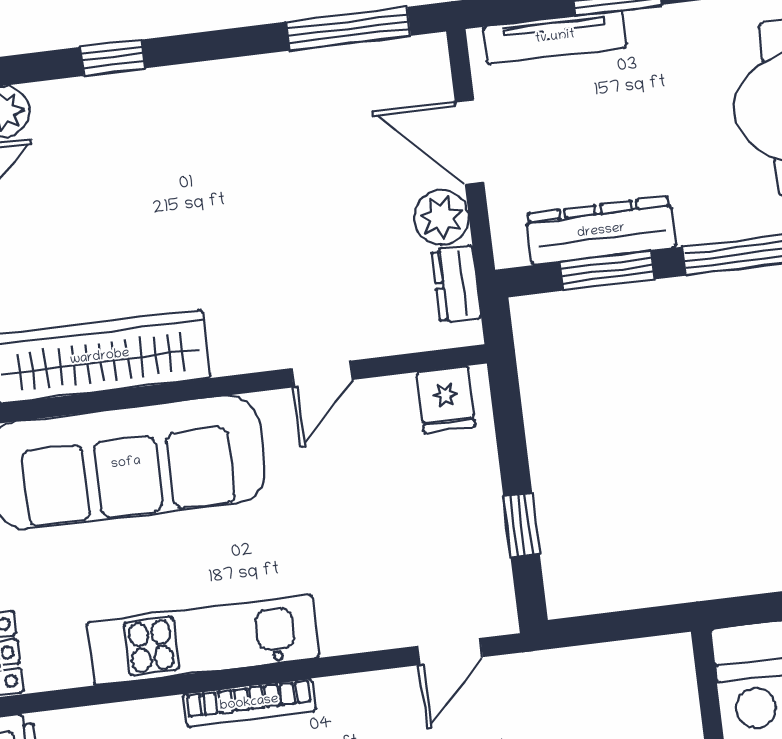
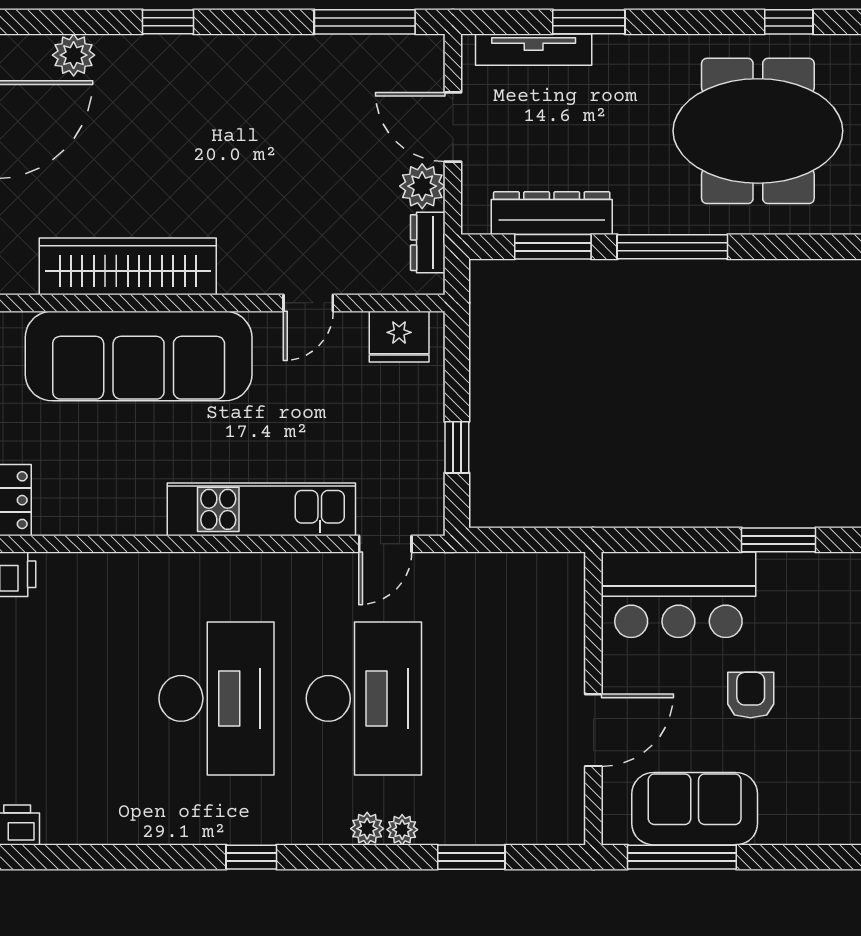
fridge: (446, 400) -> (399, 337), width x1.38
kitchen unit: (203, 640) -> (261, 509), moved
bookcase: (249, 703) -> (215, 566), removed

